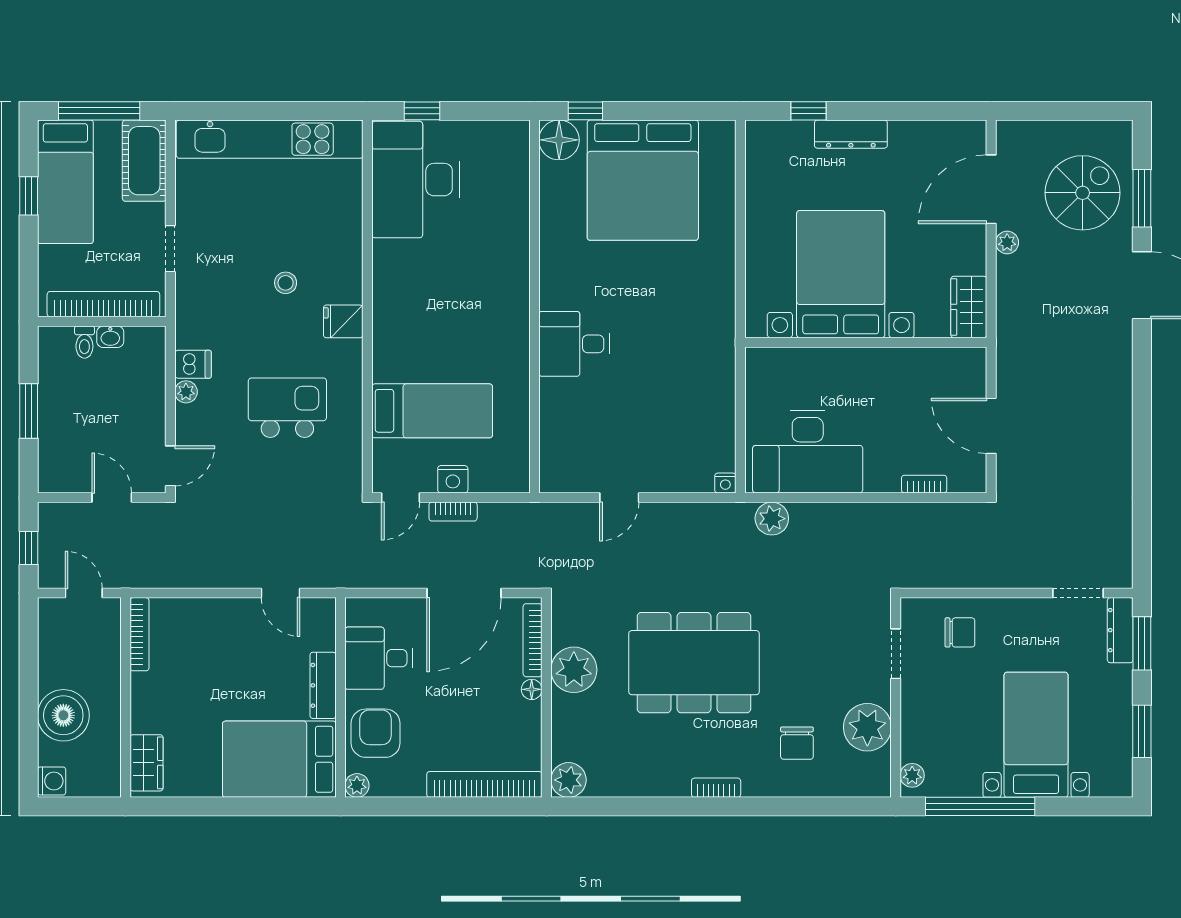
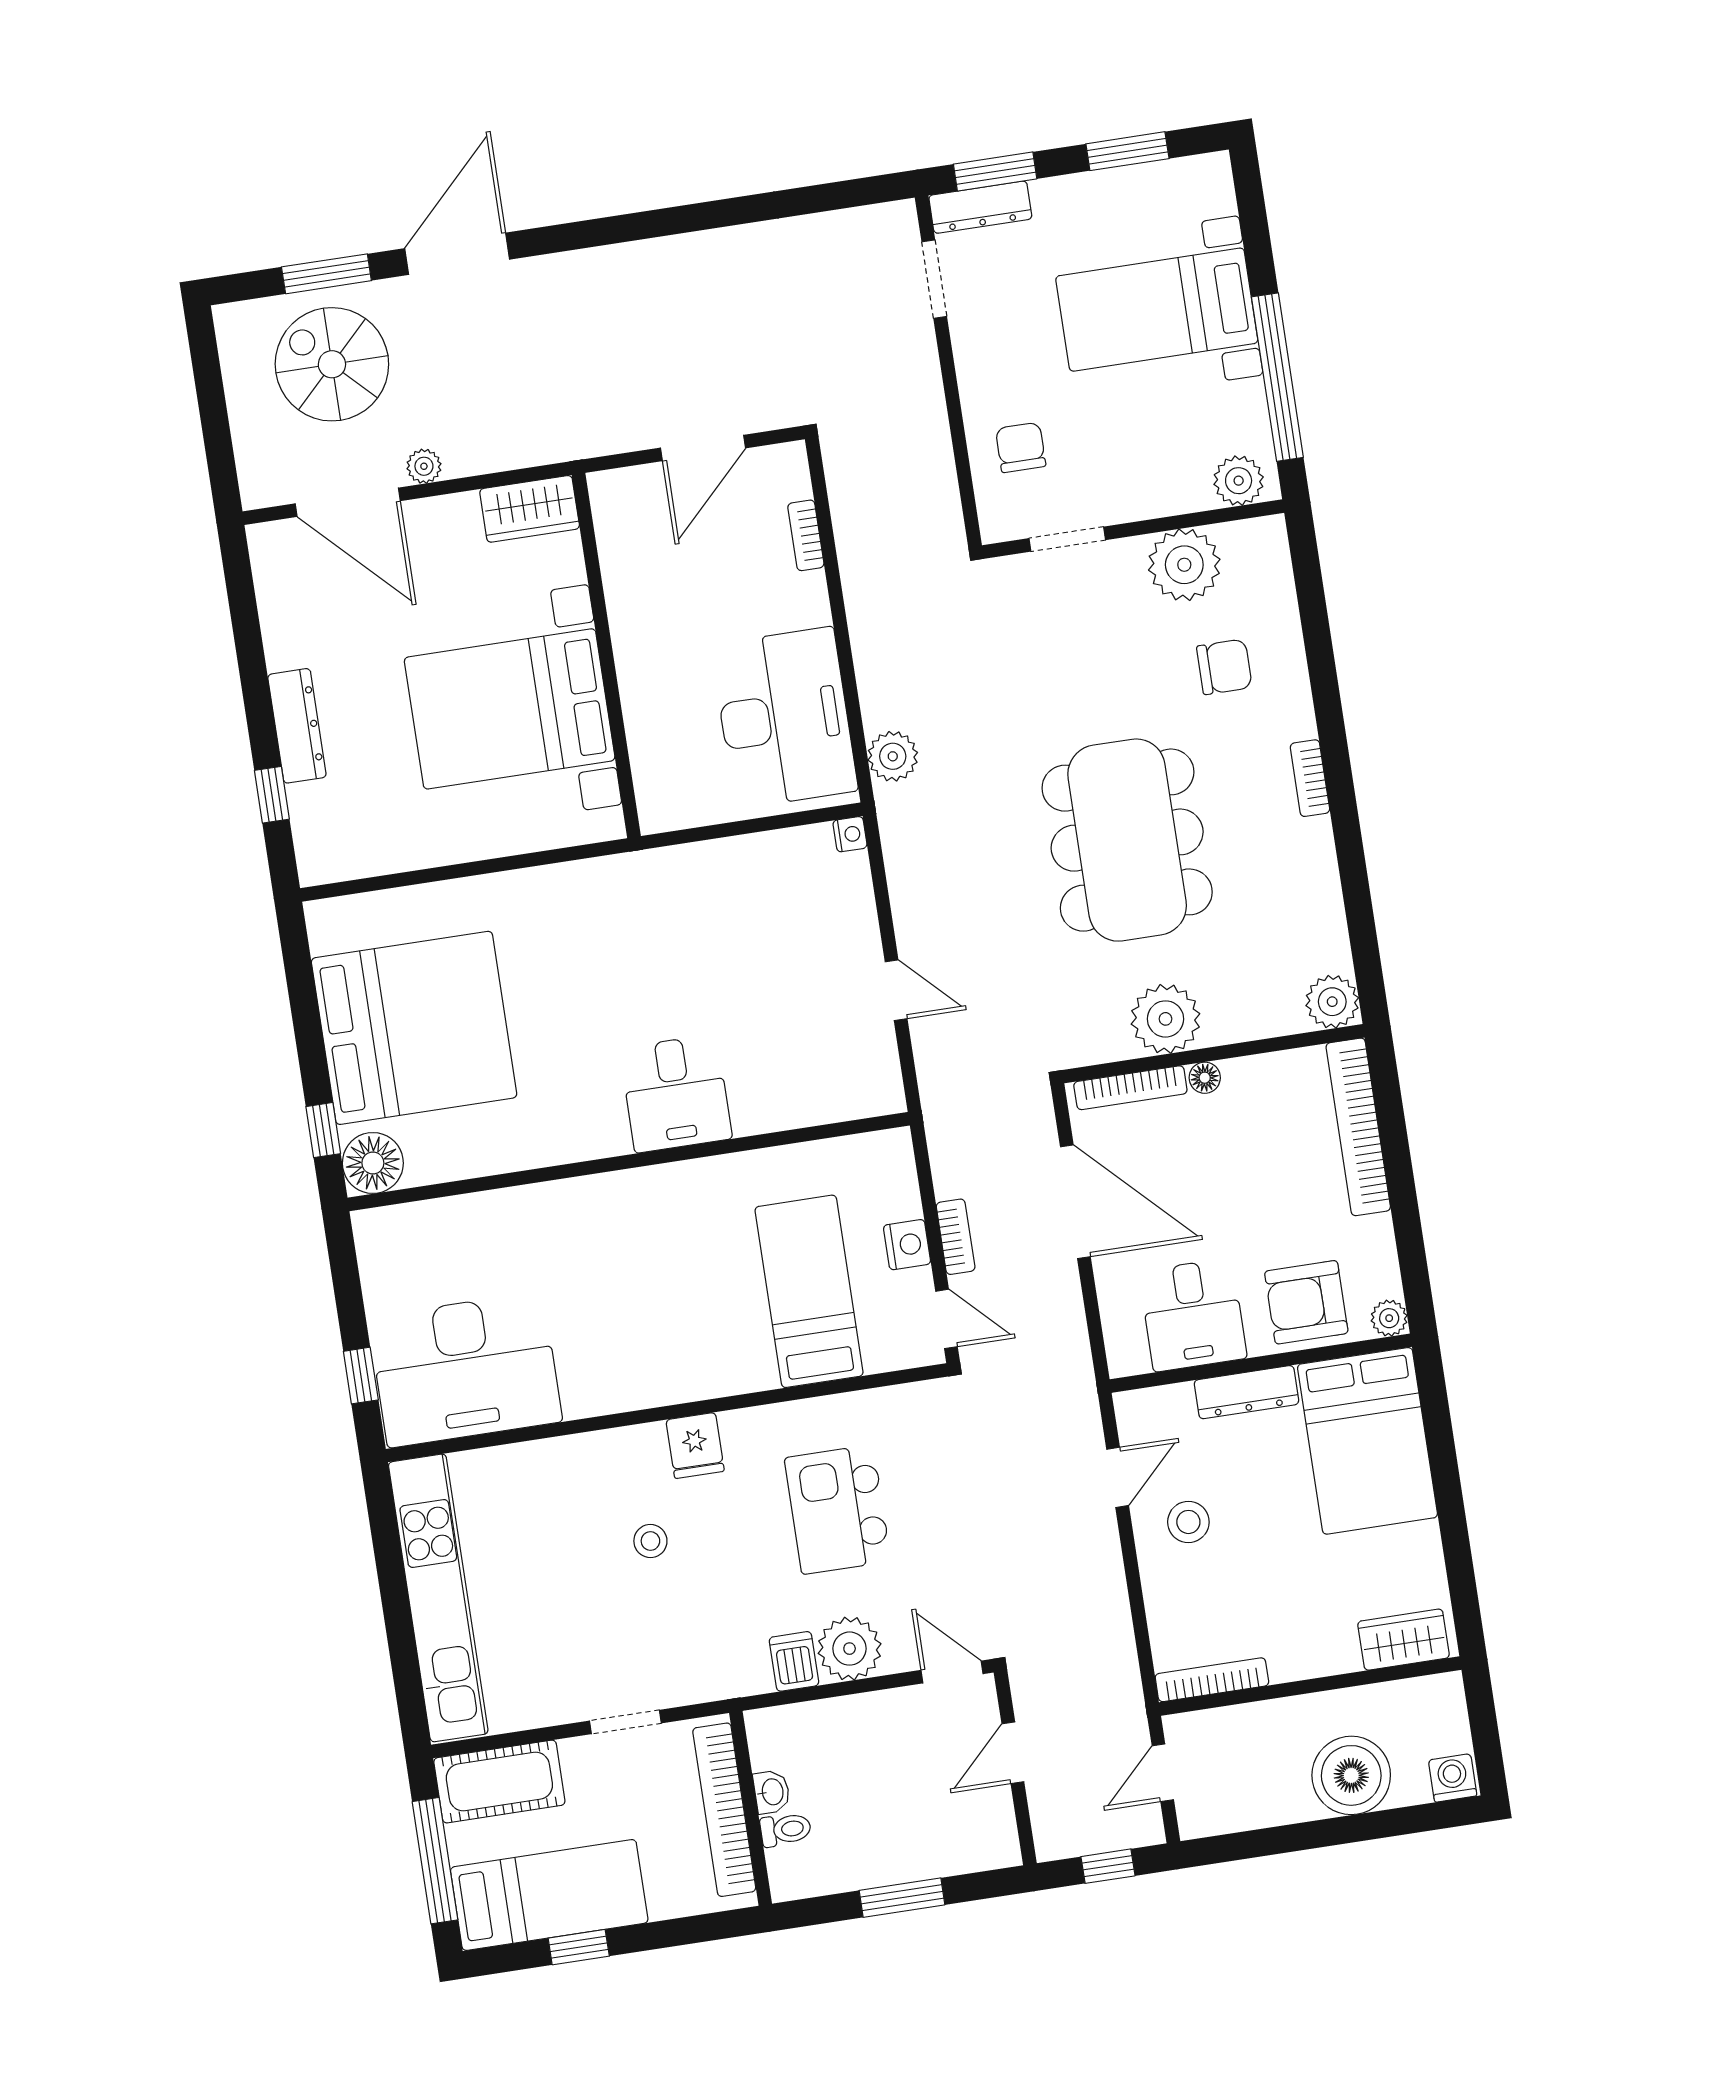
plant: (186, 392) -> (850, 1649), width x1.87, depth x1.87
stool: (244, 635) -> (1188, 1522), added
plant: (912, 775) -> (1239, 481), width x1.38, depth x1.38

